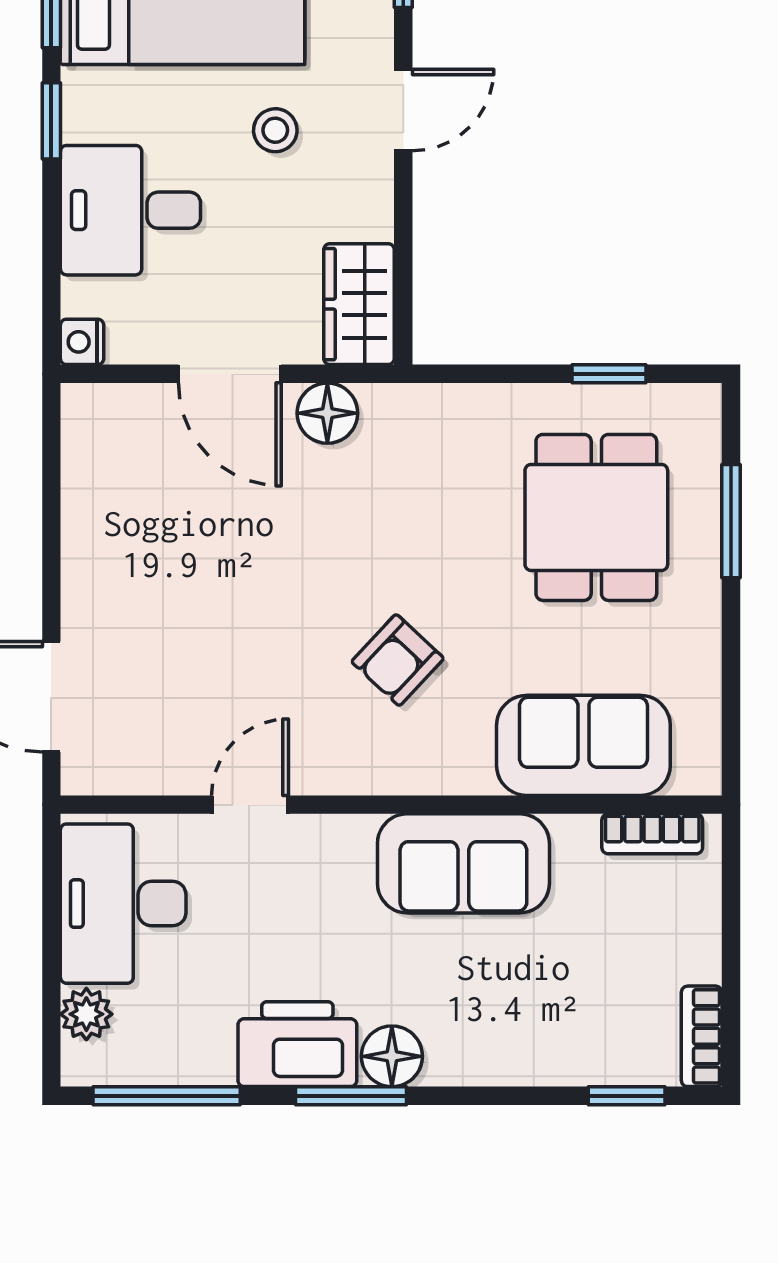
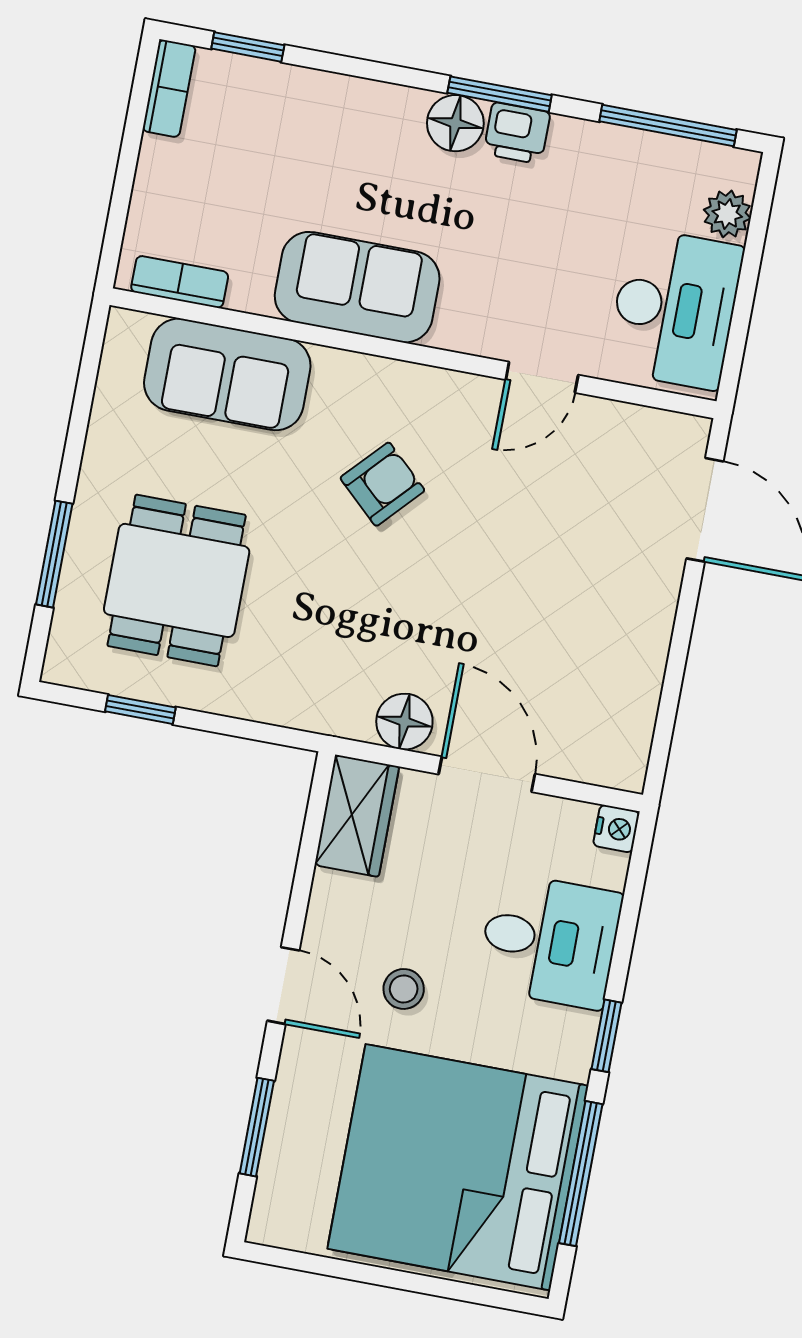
door: (403, 110) -> (283, 986), swing flipped
printer: (297, 1044) -> (517, 133), width x0.53, depth x0.68

